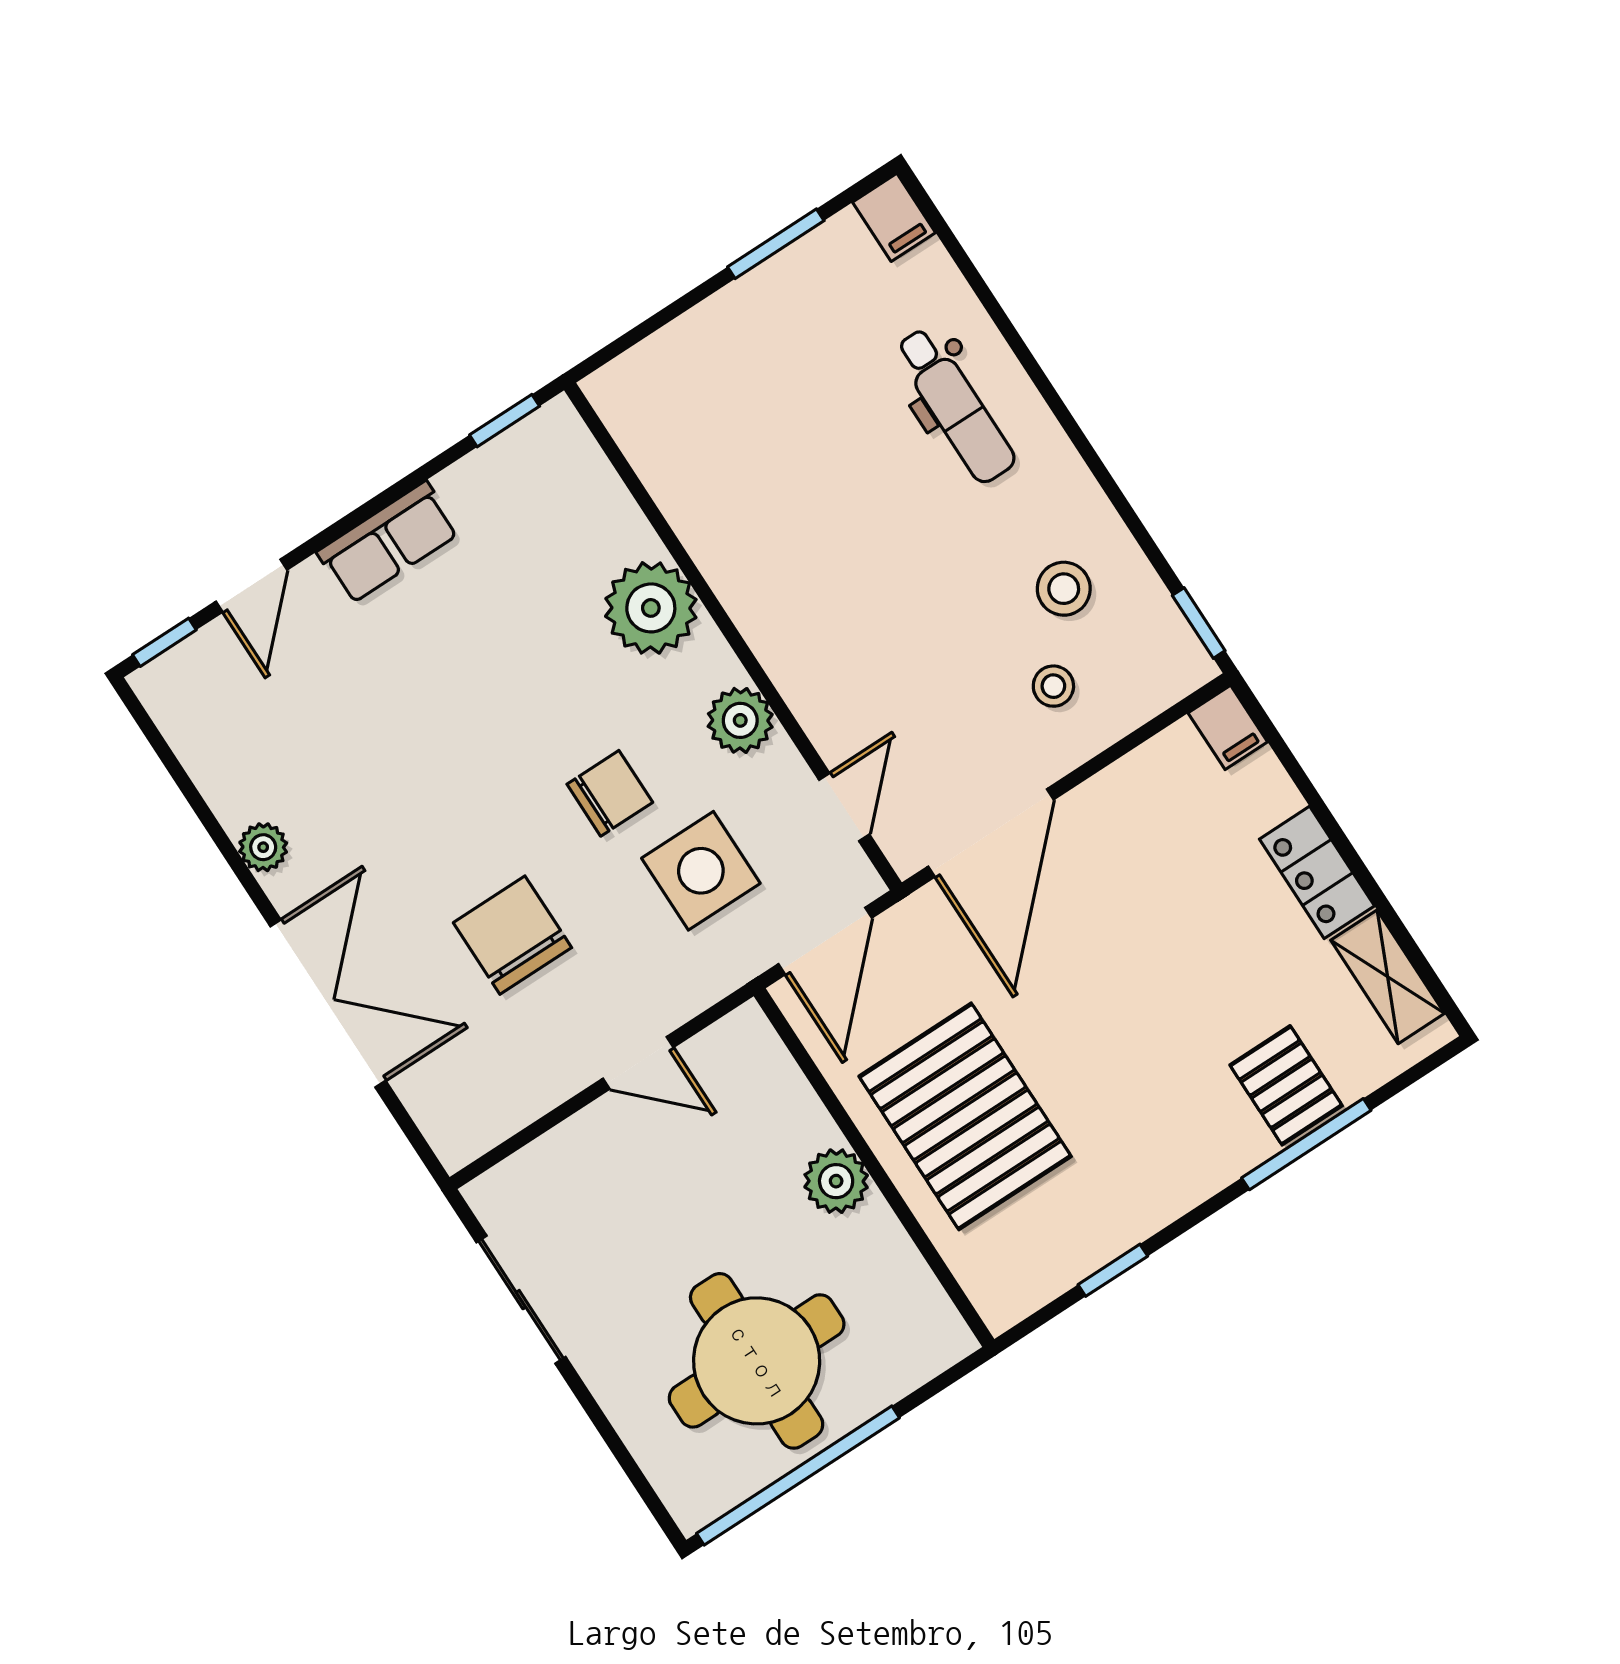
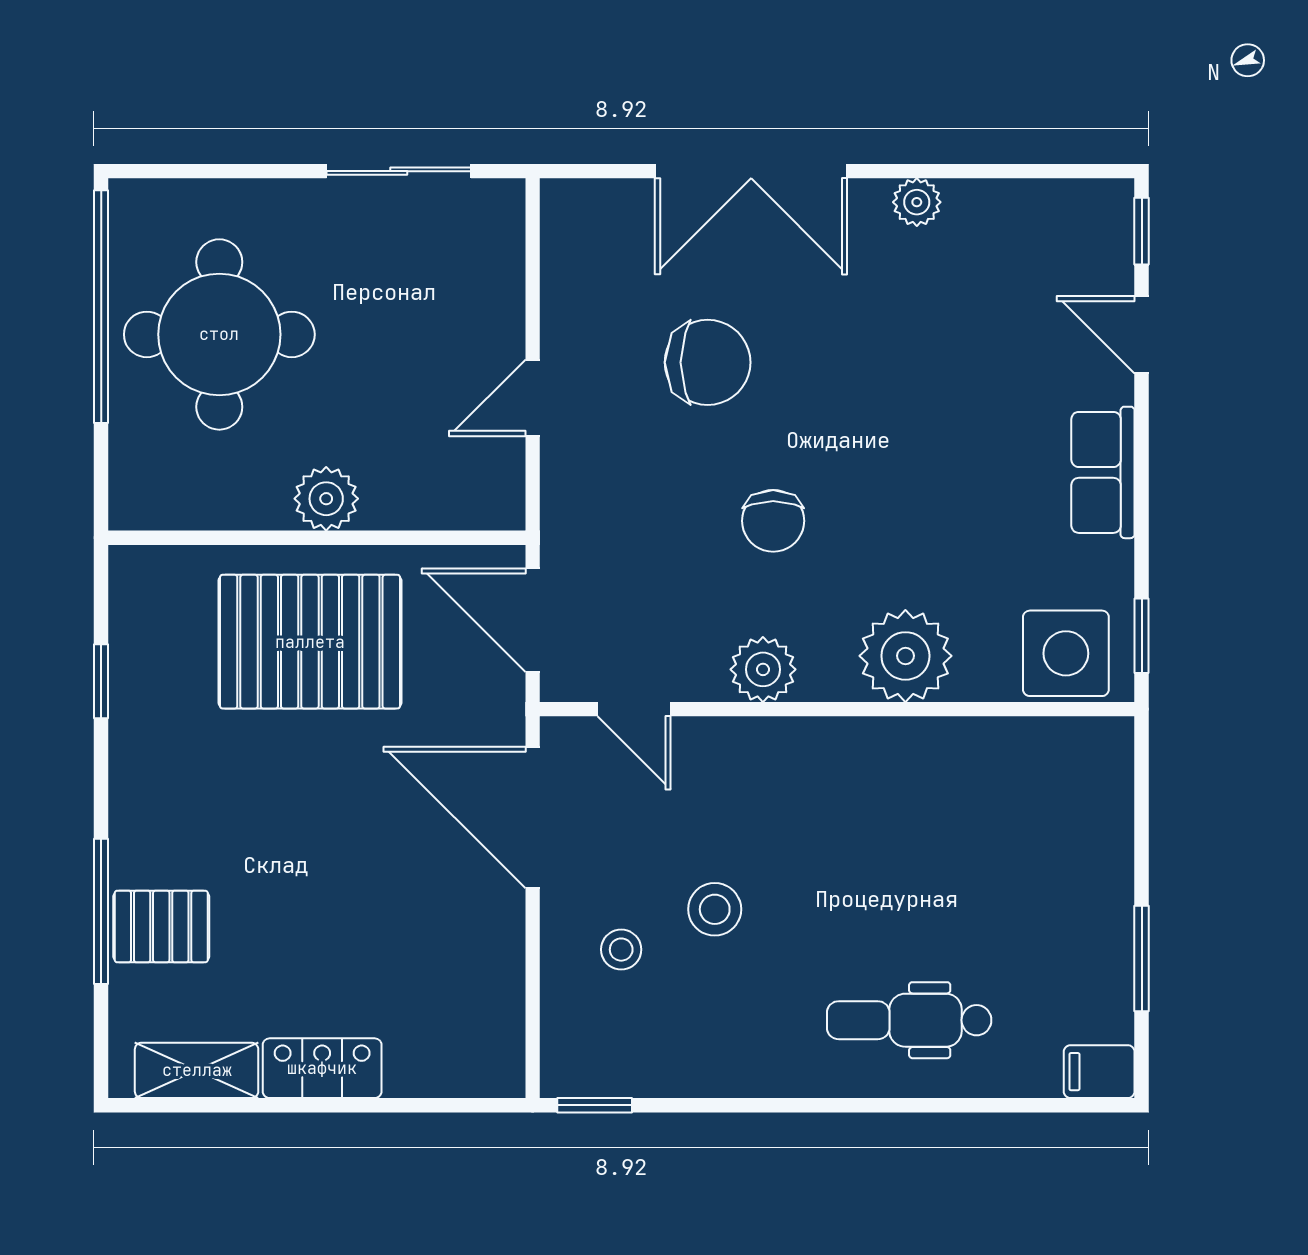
stool: (1064, 589) -> (715, 909), moved
filing cabinet: (1228, 727) -> (492, 1073), removed
side table: (701, 871) -> (1066, 653), moved

